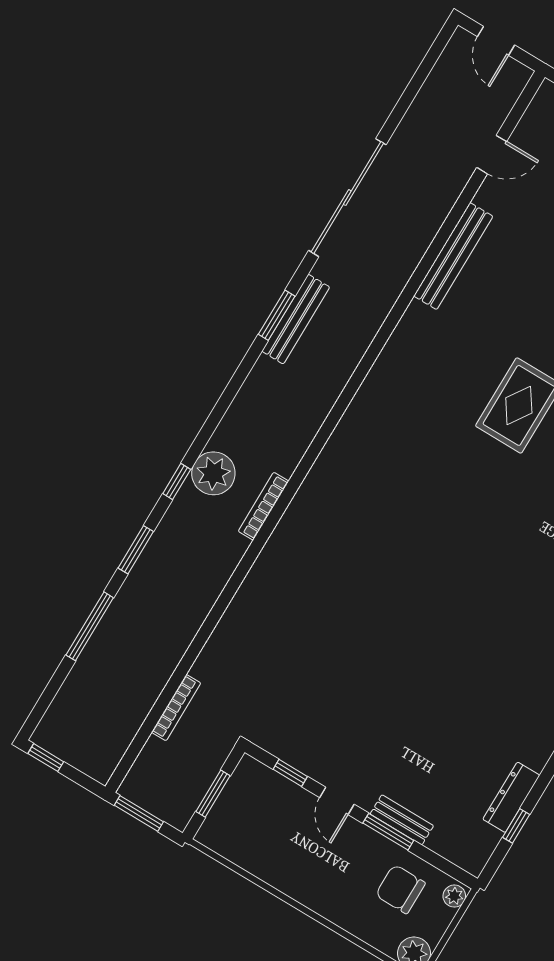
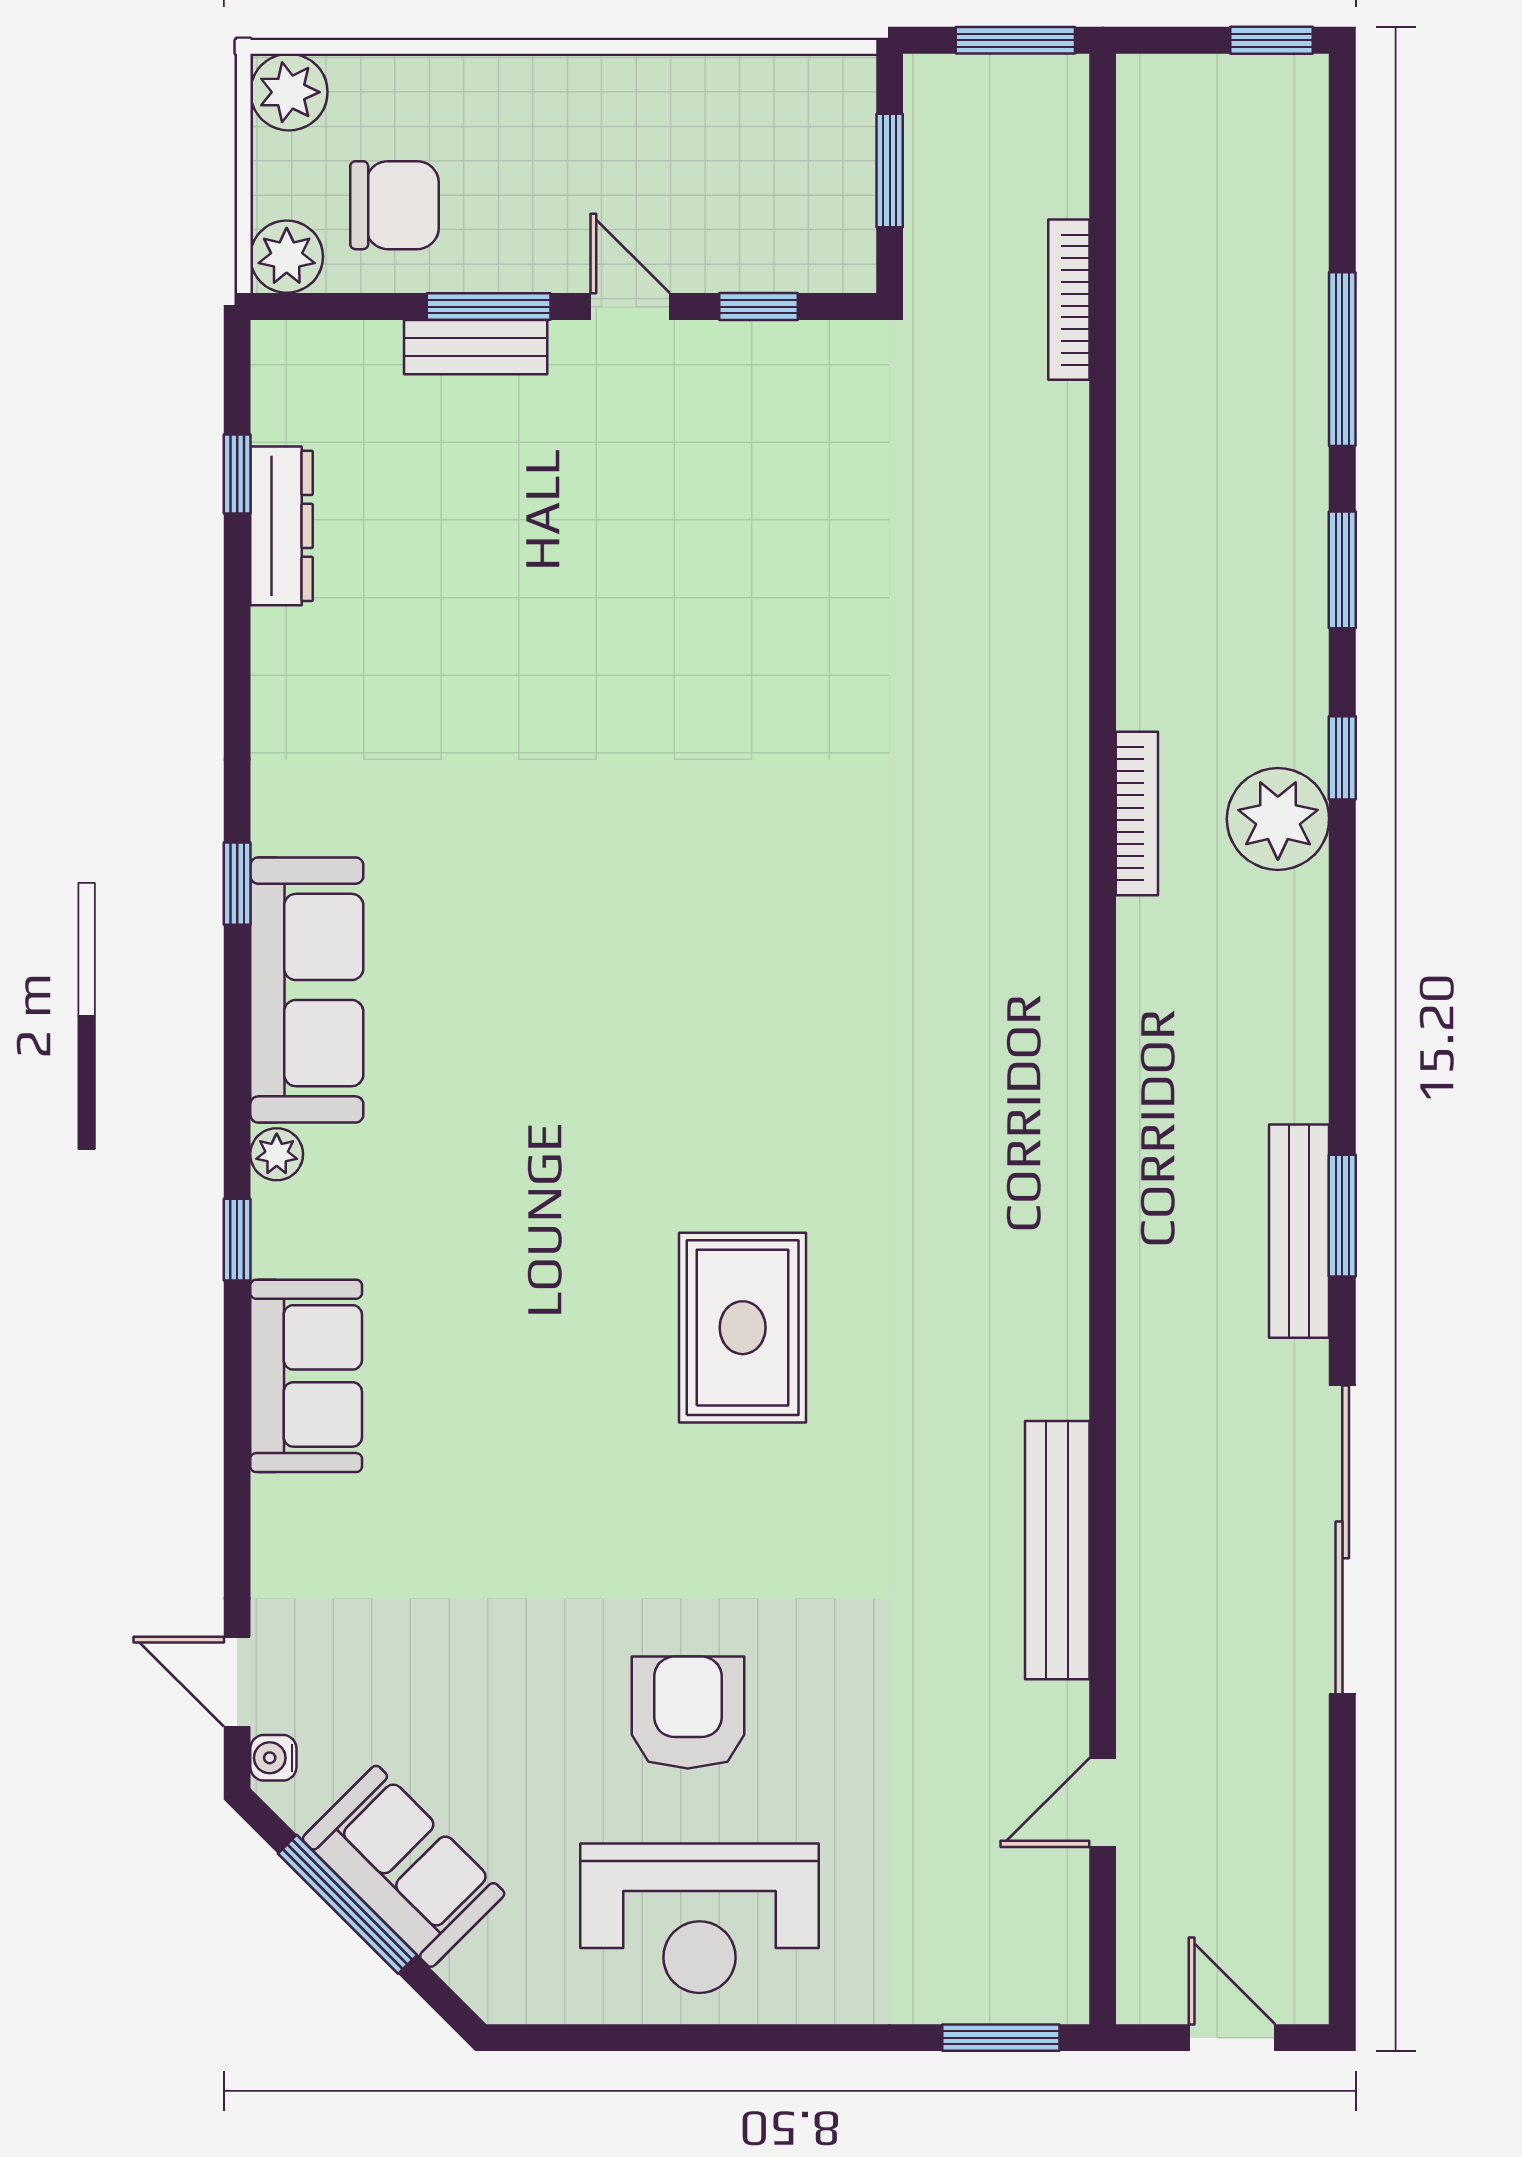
plant: (454, 896) -> (287, 257), width x1.38, depth x1.38

